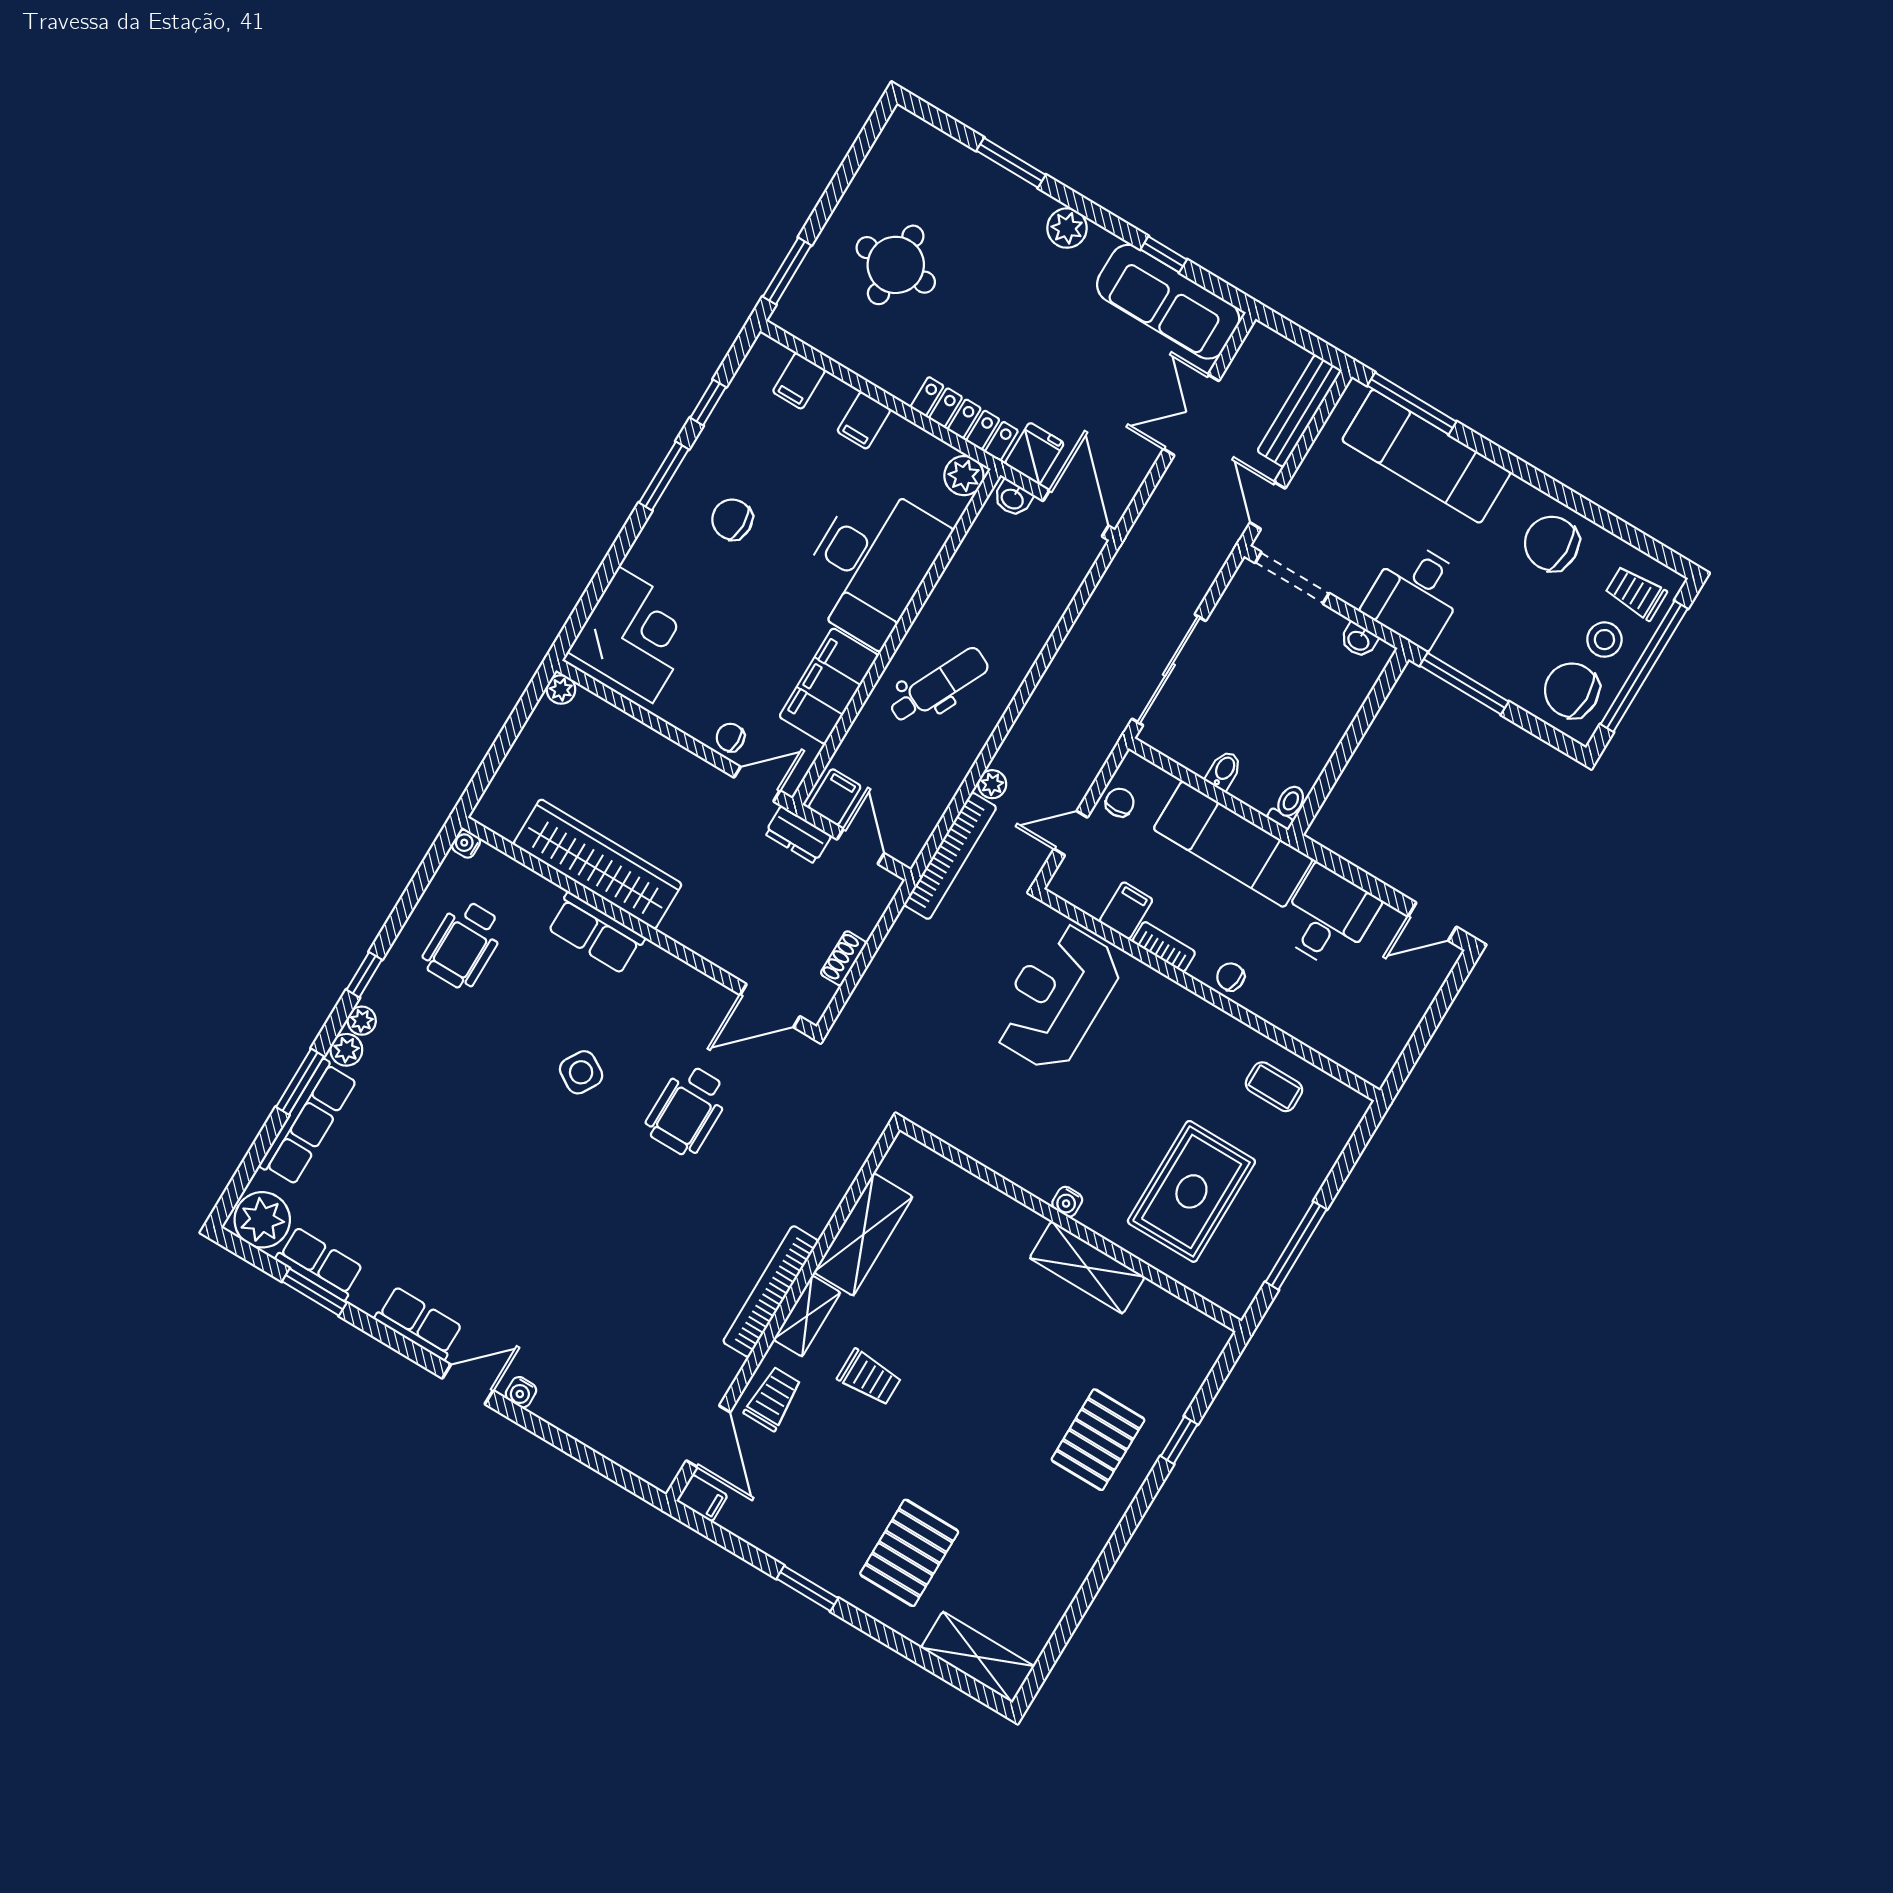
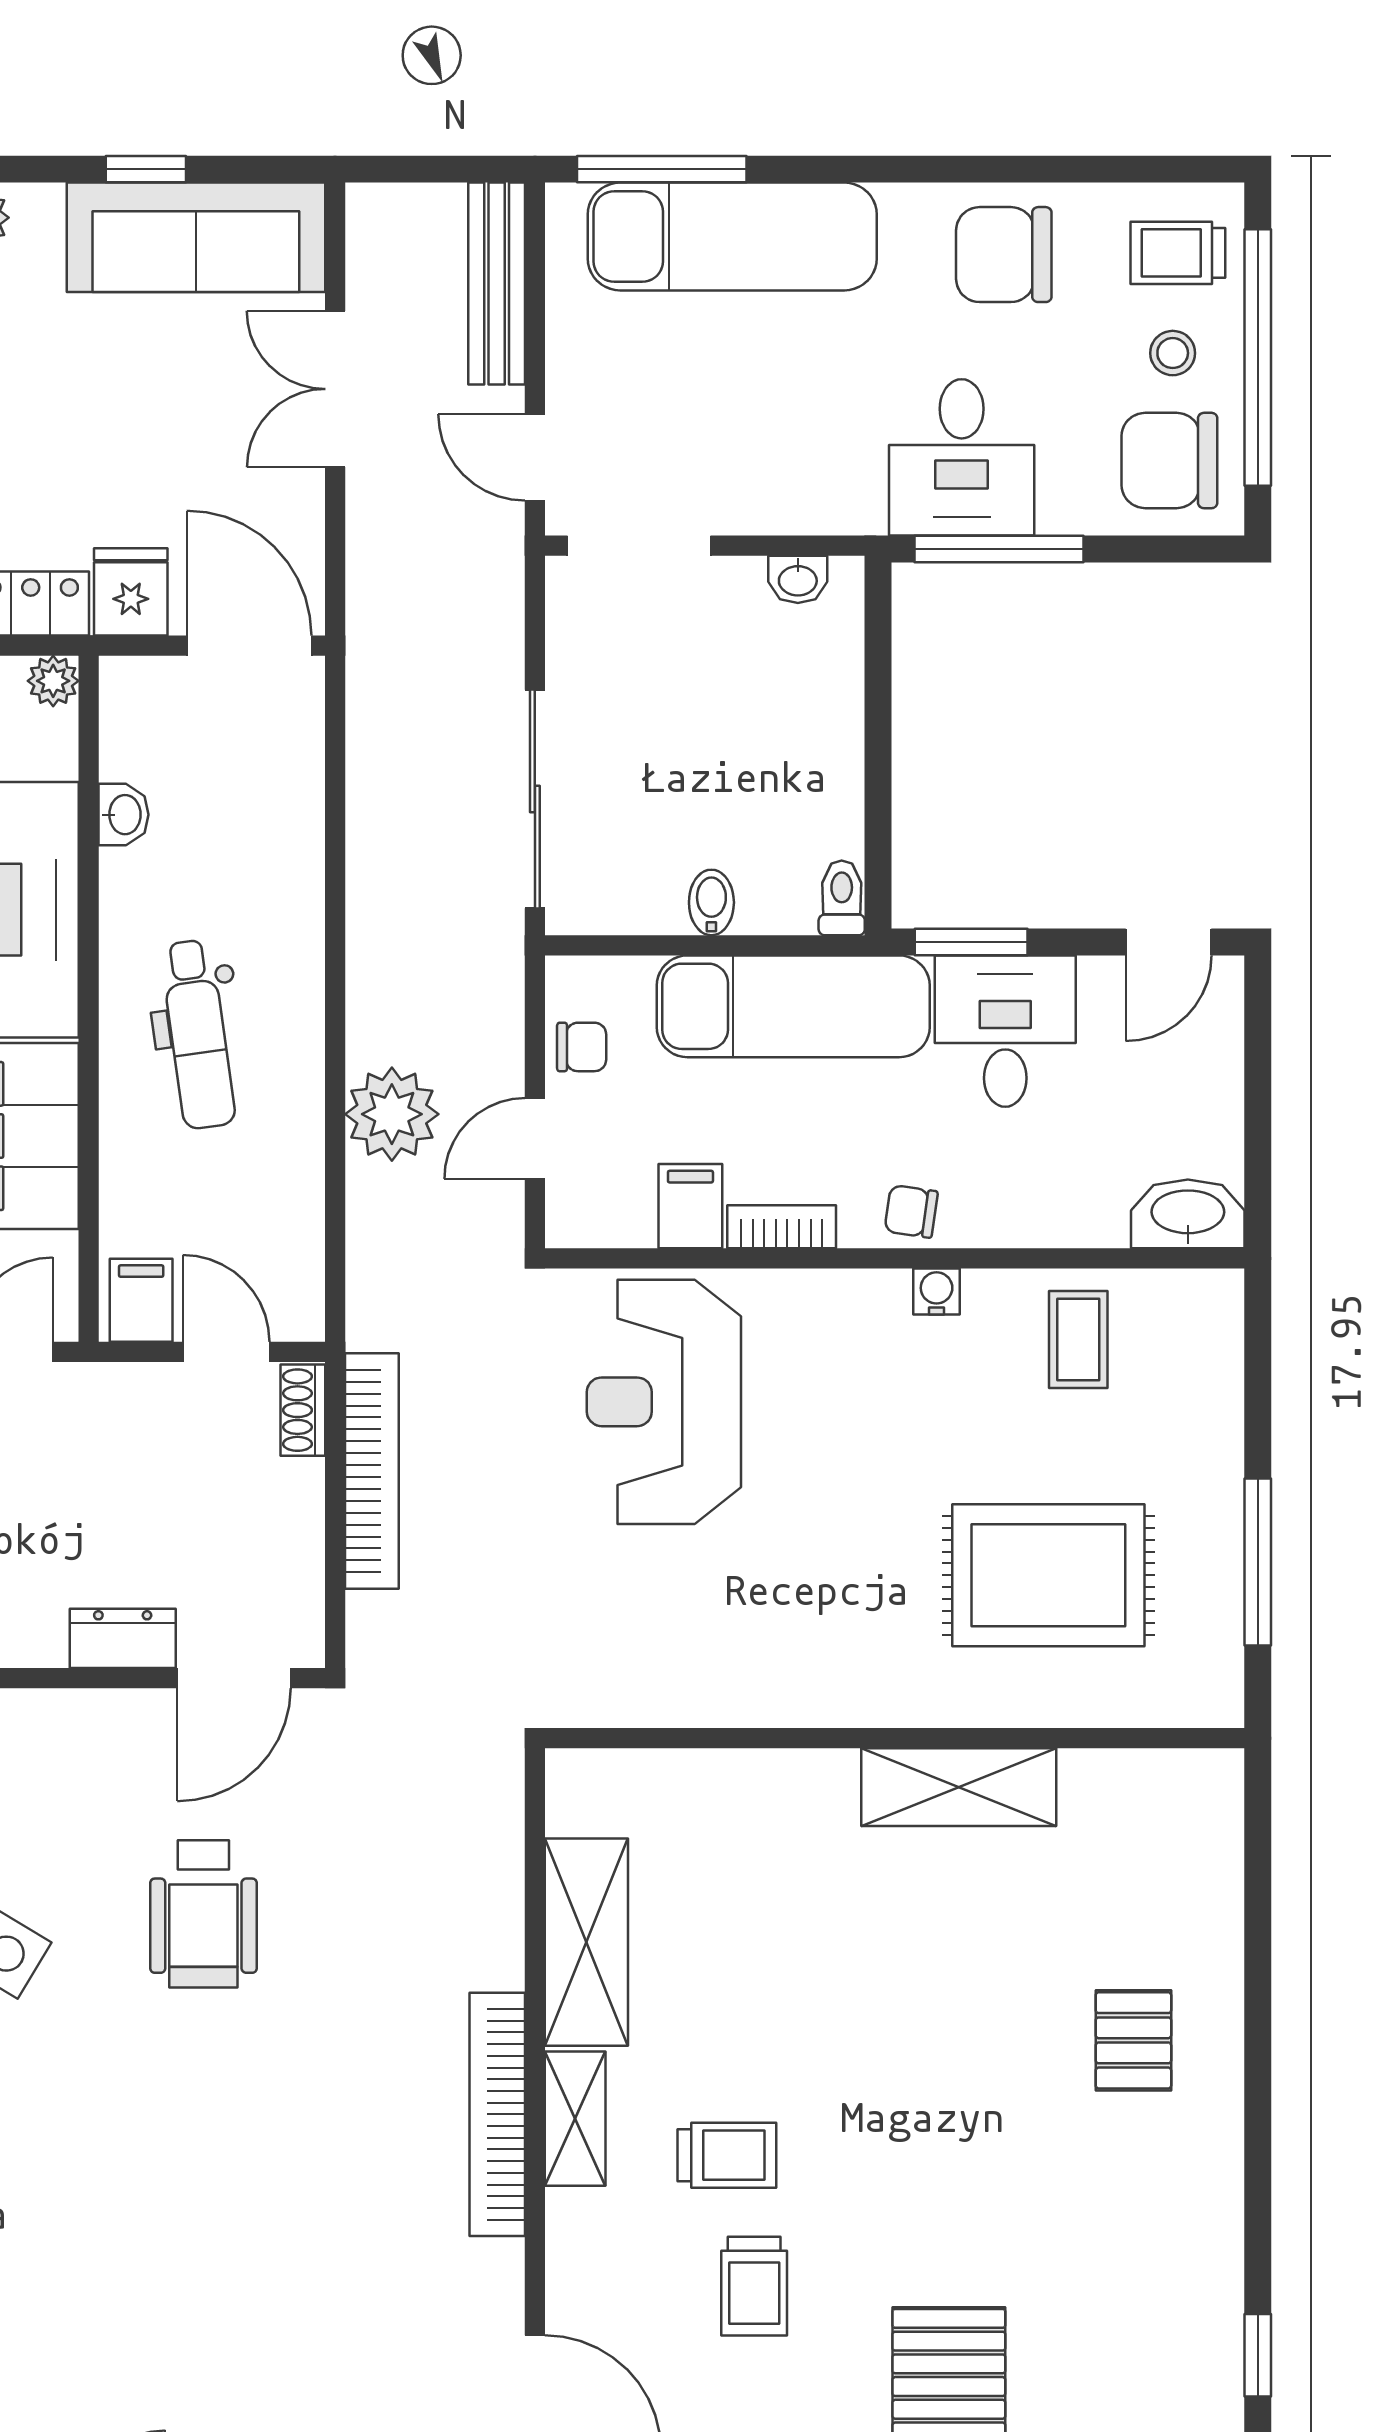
plant: (964, 476) -> (53, 681), width x0.73, depth x0.73
washbasin: (1013, 498) -> (123, 815), moved, turned -90
desk: (1416, 594) -> (962, 457), moved
stool: (1604, 640) -> (1173, 353), width x0.73, depth x0.73
dental chair: (939, 686) -> (198, 1034), turned 146
plant: (992, 784) -> (392, 1114), width x1.88, depth x1.88
chair: (1120, 803) -> (582, 1047), turned 93
dresser: (798, 835) -> (123, 1638), moved, turned 180
bookcase: (950, 856) -> (372, 1471), moved
window: (1337, 865) -> (971, 942), added
shoe rack: (844, 958) -> (303, 1410), moved
washbasin: (1363, 1058) -> (1188, 1214), added
coffee table: (1274, 1087) -> (1078, 1339), turned 90
rug: (1191, 1191) -> (1048, 1575), turned 90
water cooler: (1067, 1202) -> (937, 1292), moved, turned 180
trolley: (773, 1399) -> (754, 2286), moved, turned 180
pallet: (1098, 1440) -> (1133, 2040), width x0.67, depth x0.71
window: (1179, 1440) -> (1258, 2355), moved

